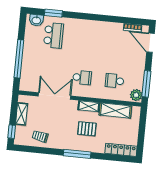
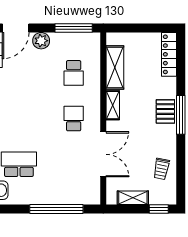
plant: (136, 95) -> (41, 41), moved
double door: (54, 96) -> (103, 154), swing flipped
pallet: (87, 129) -> (165, 111), moved

